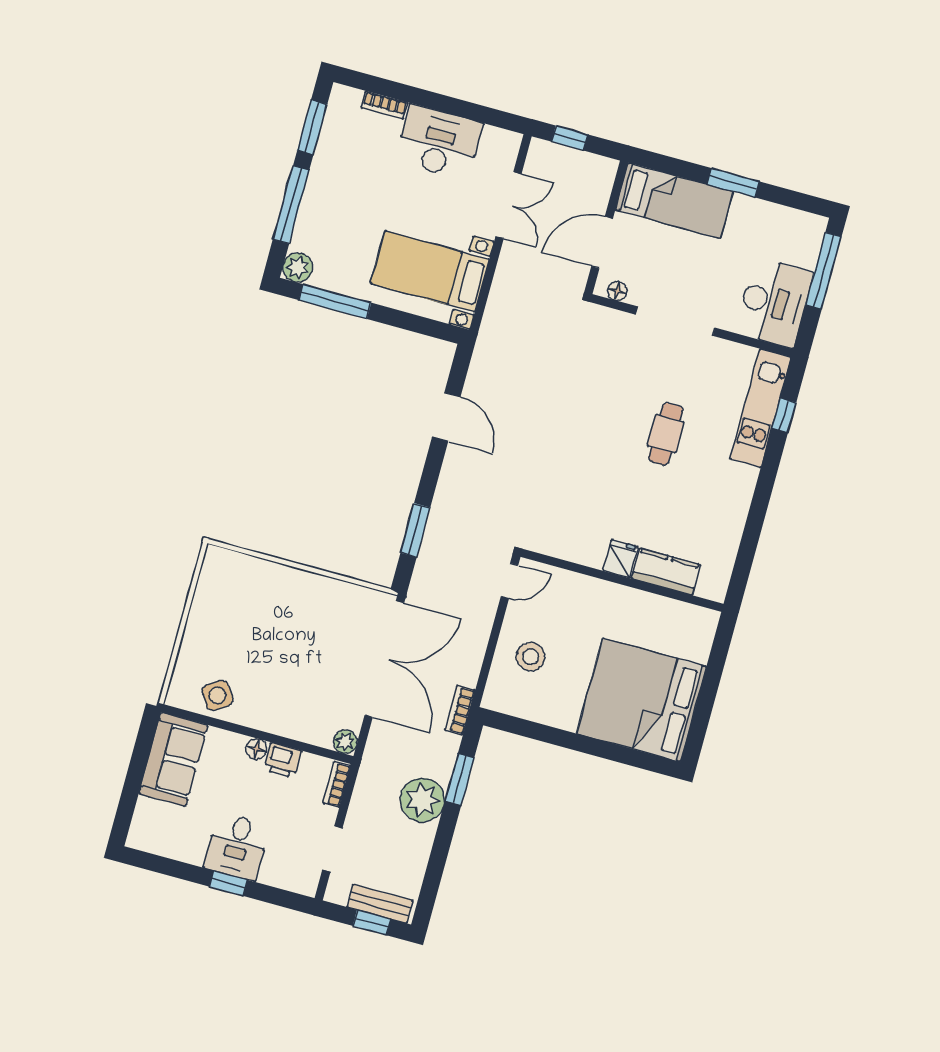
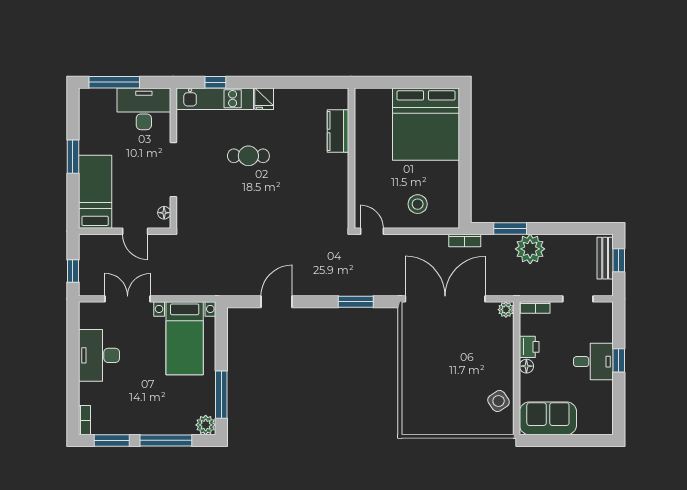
bookcase: (384, 105) -> (84, 420), moved
door: (602, 242) -> (135, 231), width x0.73
fridge: (620, 559) -> (264, 99), moved, turned -90

